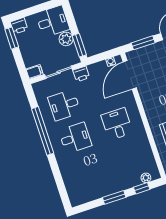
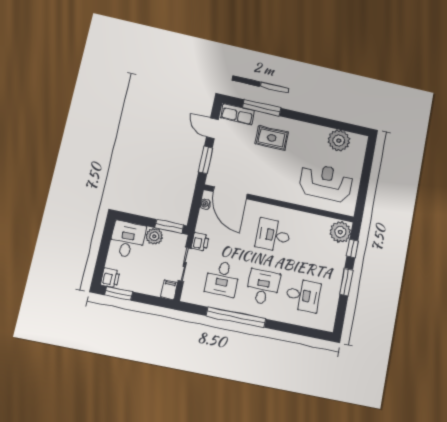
desk: (86, 171) -> (303, 295), added
plant: (146, 178) -> (340, 232), width x1.88, depth x1.88

